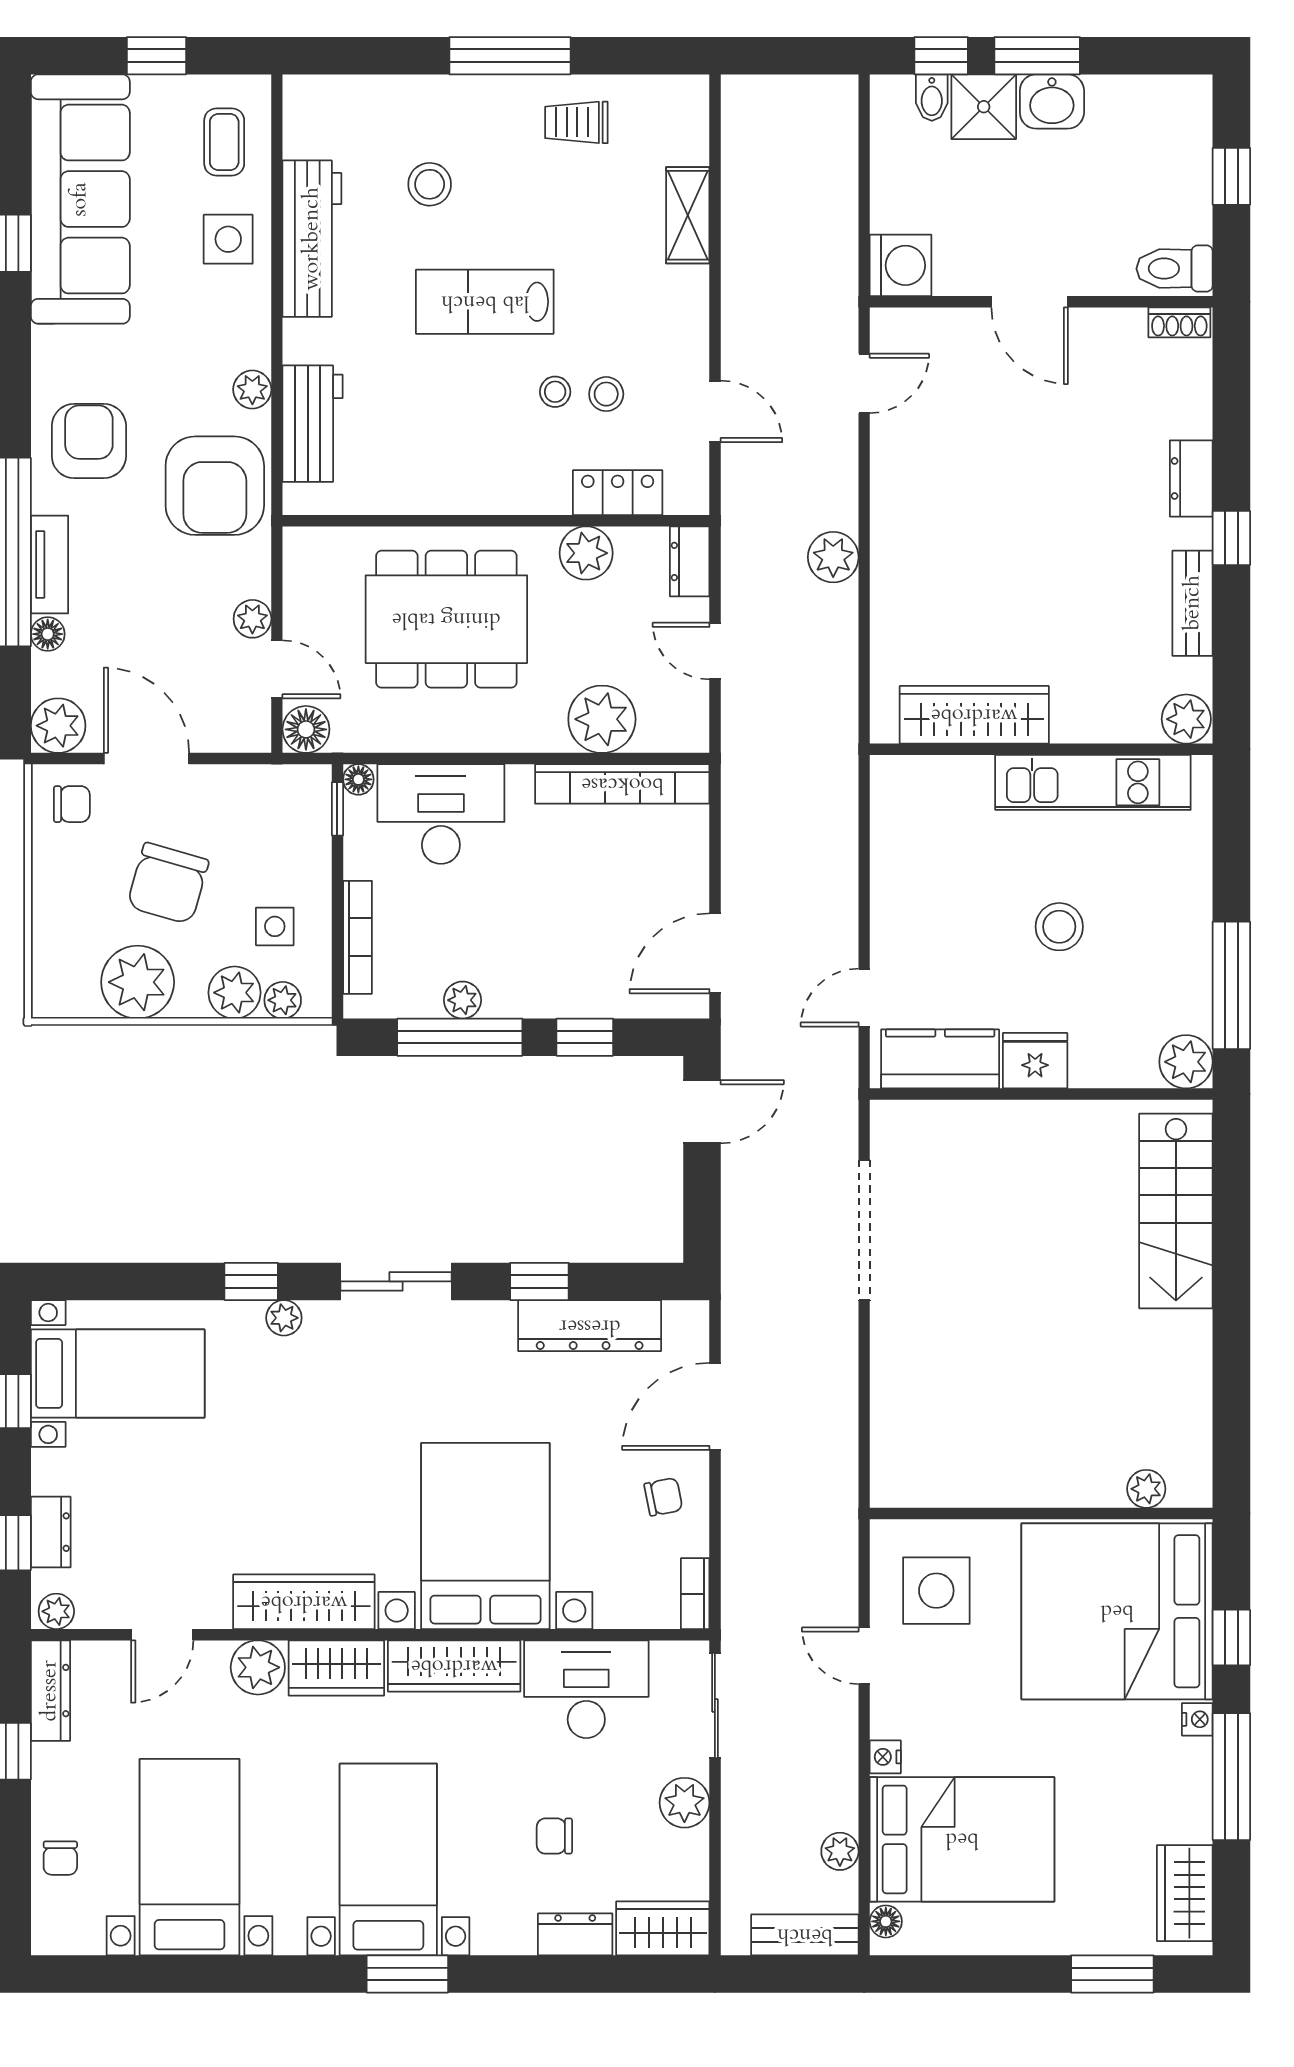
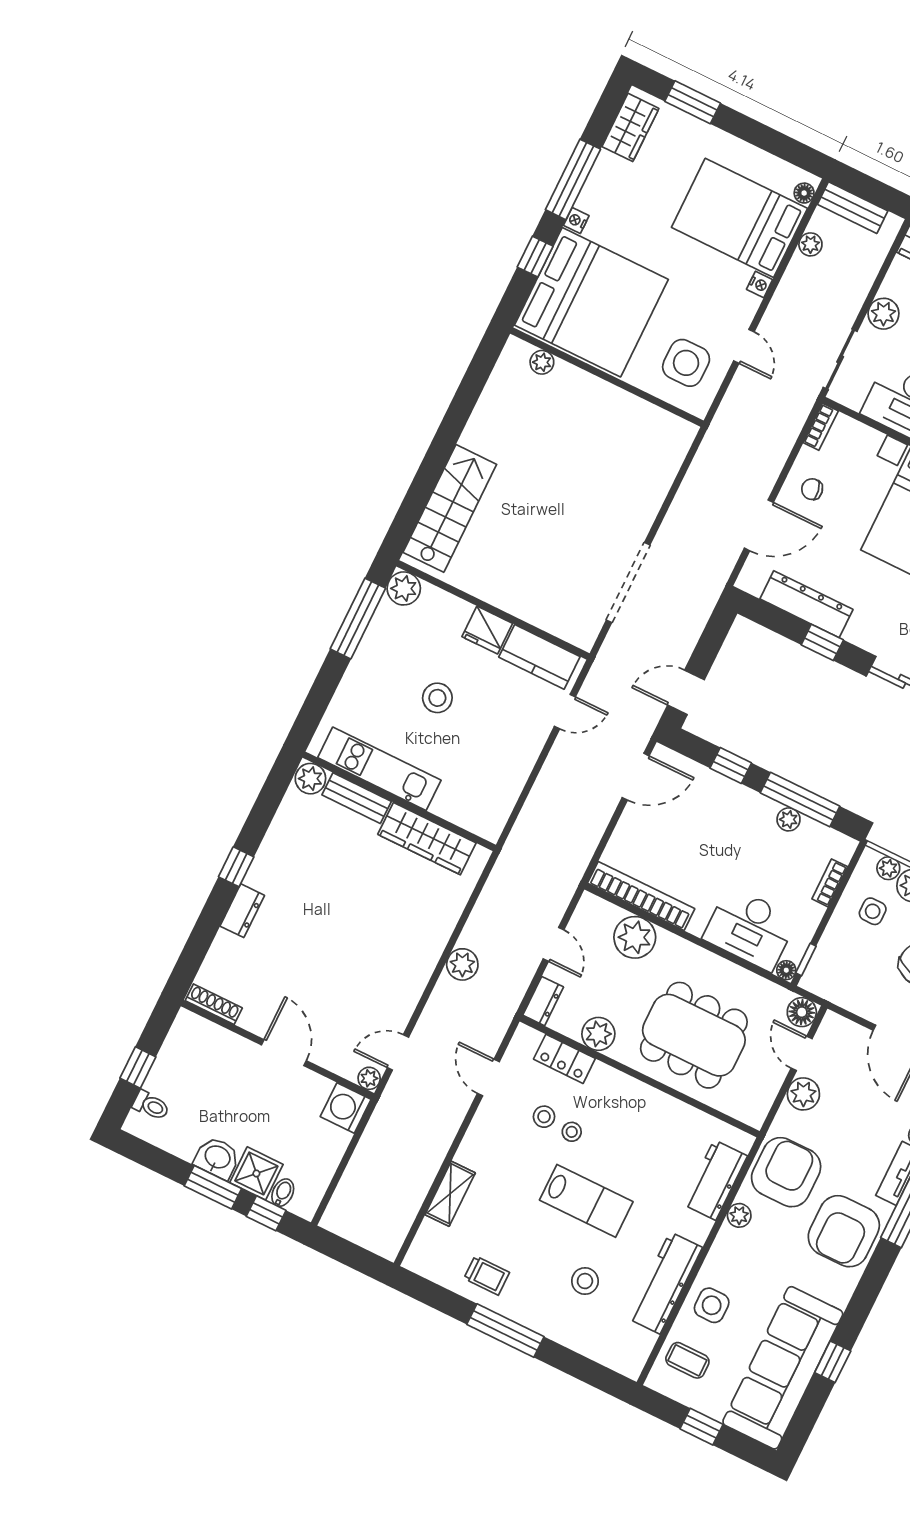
coffee table: (224, 142) -> (687, 1360), turned 90
toilet: (1175, 269) -> (151, 1105), moved, width x0.73, depth x0.72
shoe rack: (1179, 322) -> (214, 1004), width x1.43
plant: (888, 325) -> (369, 1078), added
armchair: (89, 441) -> (844, 1231), width x1.36, depth x1.36
bench: (1193, 603) -> (357, 798), moved, turned 90
plant: (252, 619) -> (803, 1094), width x1.38, depth x1.38
bookcase: (358, 937) -> (830, 883), width x0.64

